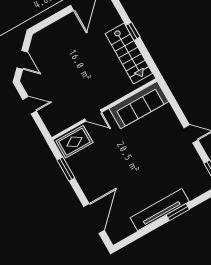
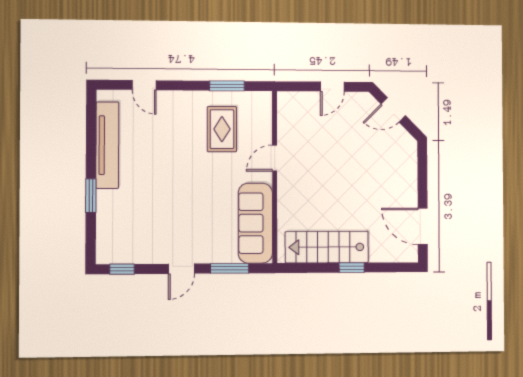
window: (175, 105) -> (230, 268), added
rug: (74, 142) -> (222, 129), moved
tv unit: (160, 210) -> (107, 145), moved
door: (94, 218) -> (144, 85), width x0.53

